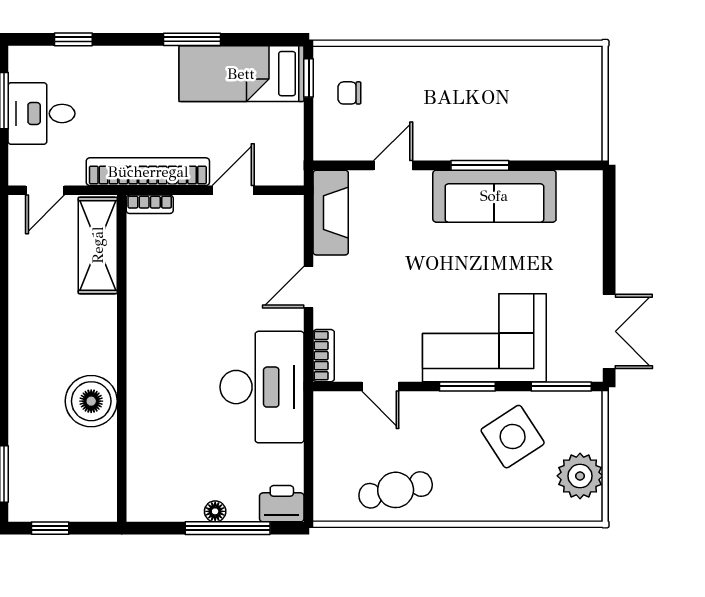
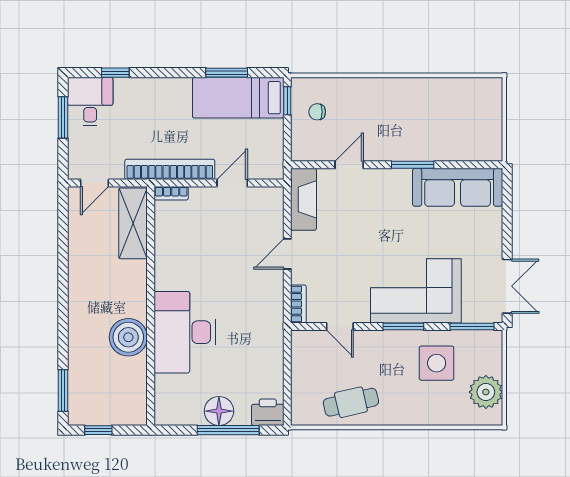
window: (192, 39) -> (227, 73), moved
desk: (41, 113) -> (90, 102), moved, turned 90
sofa: (494, 196) -> (458, 187), moved
desk: (262, 387) -> (185, 332), moved, turned 180
side table: (513, 437) -> (437, 363), turned 33
floor lamp: (215, 511) -> (219, 411), width x1.89, depth x1.89

